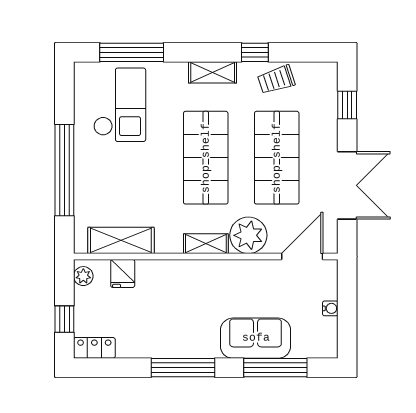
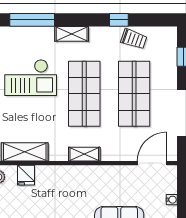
shelving: (213, 72) -> (72, 34), moved
trolley: (276, 80) -> (134, 39), turned -143
checkout: (120, 105) -> (31, 78), moved, turned 90
plant: (248, 235) -> (114, 148), removed

